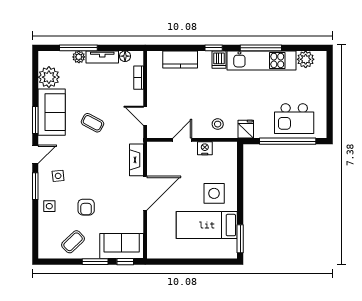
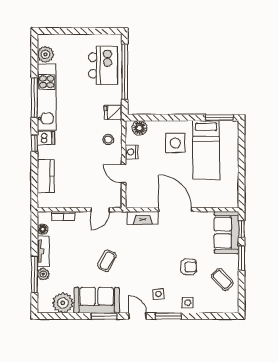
floor lamp: (230, 156) -> (139, 128), added

